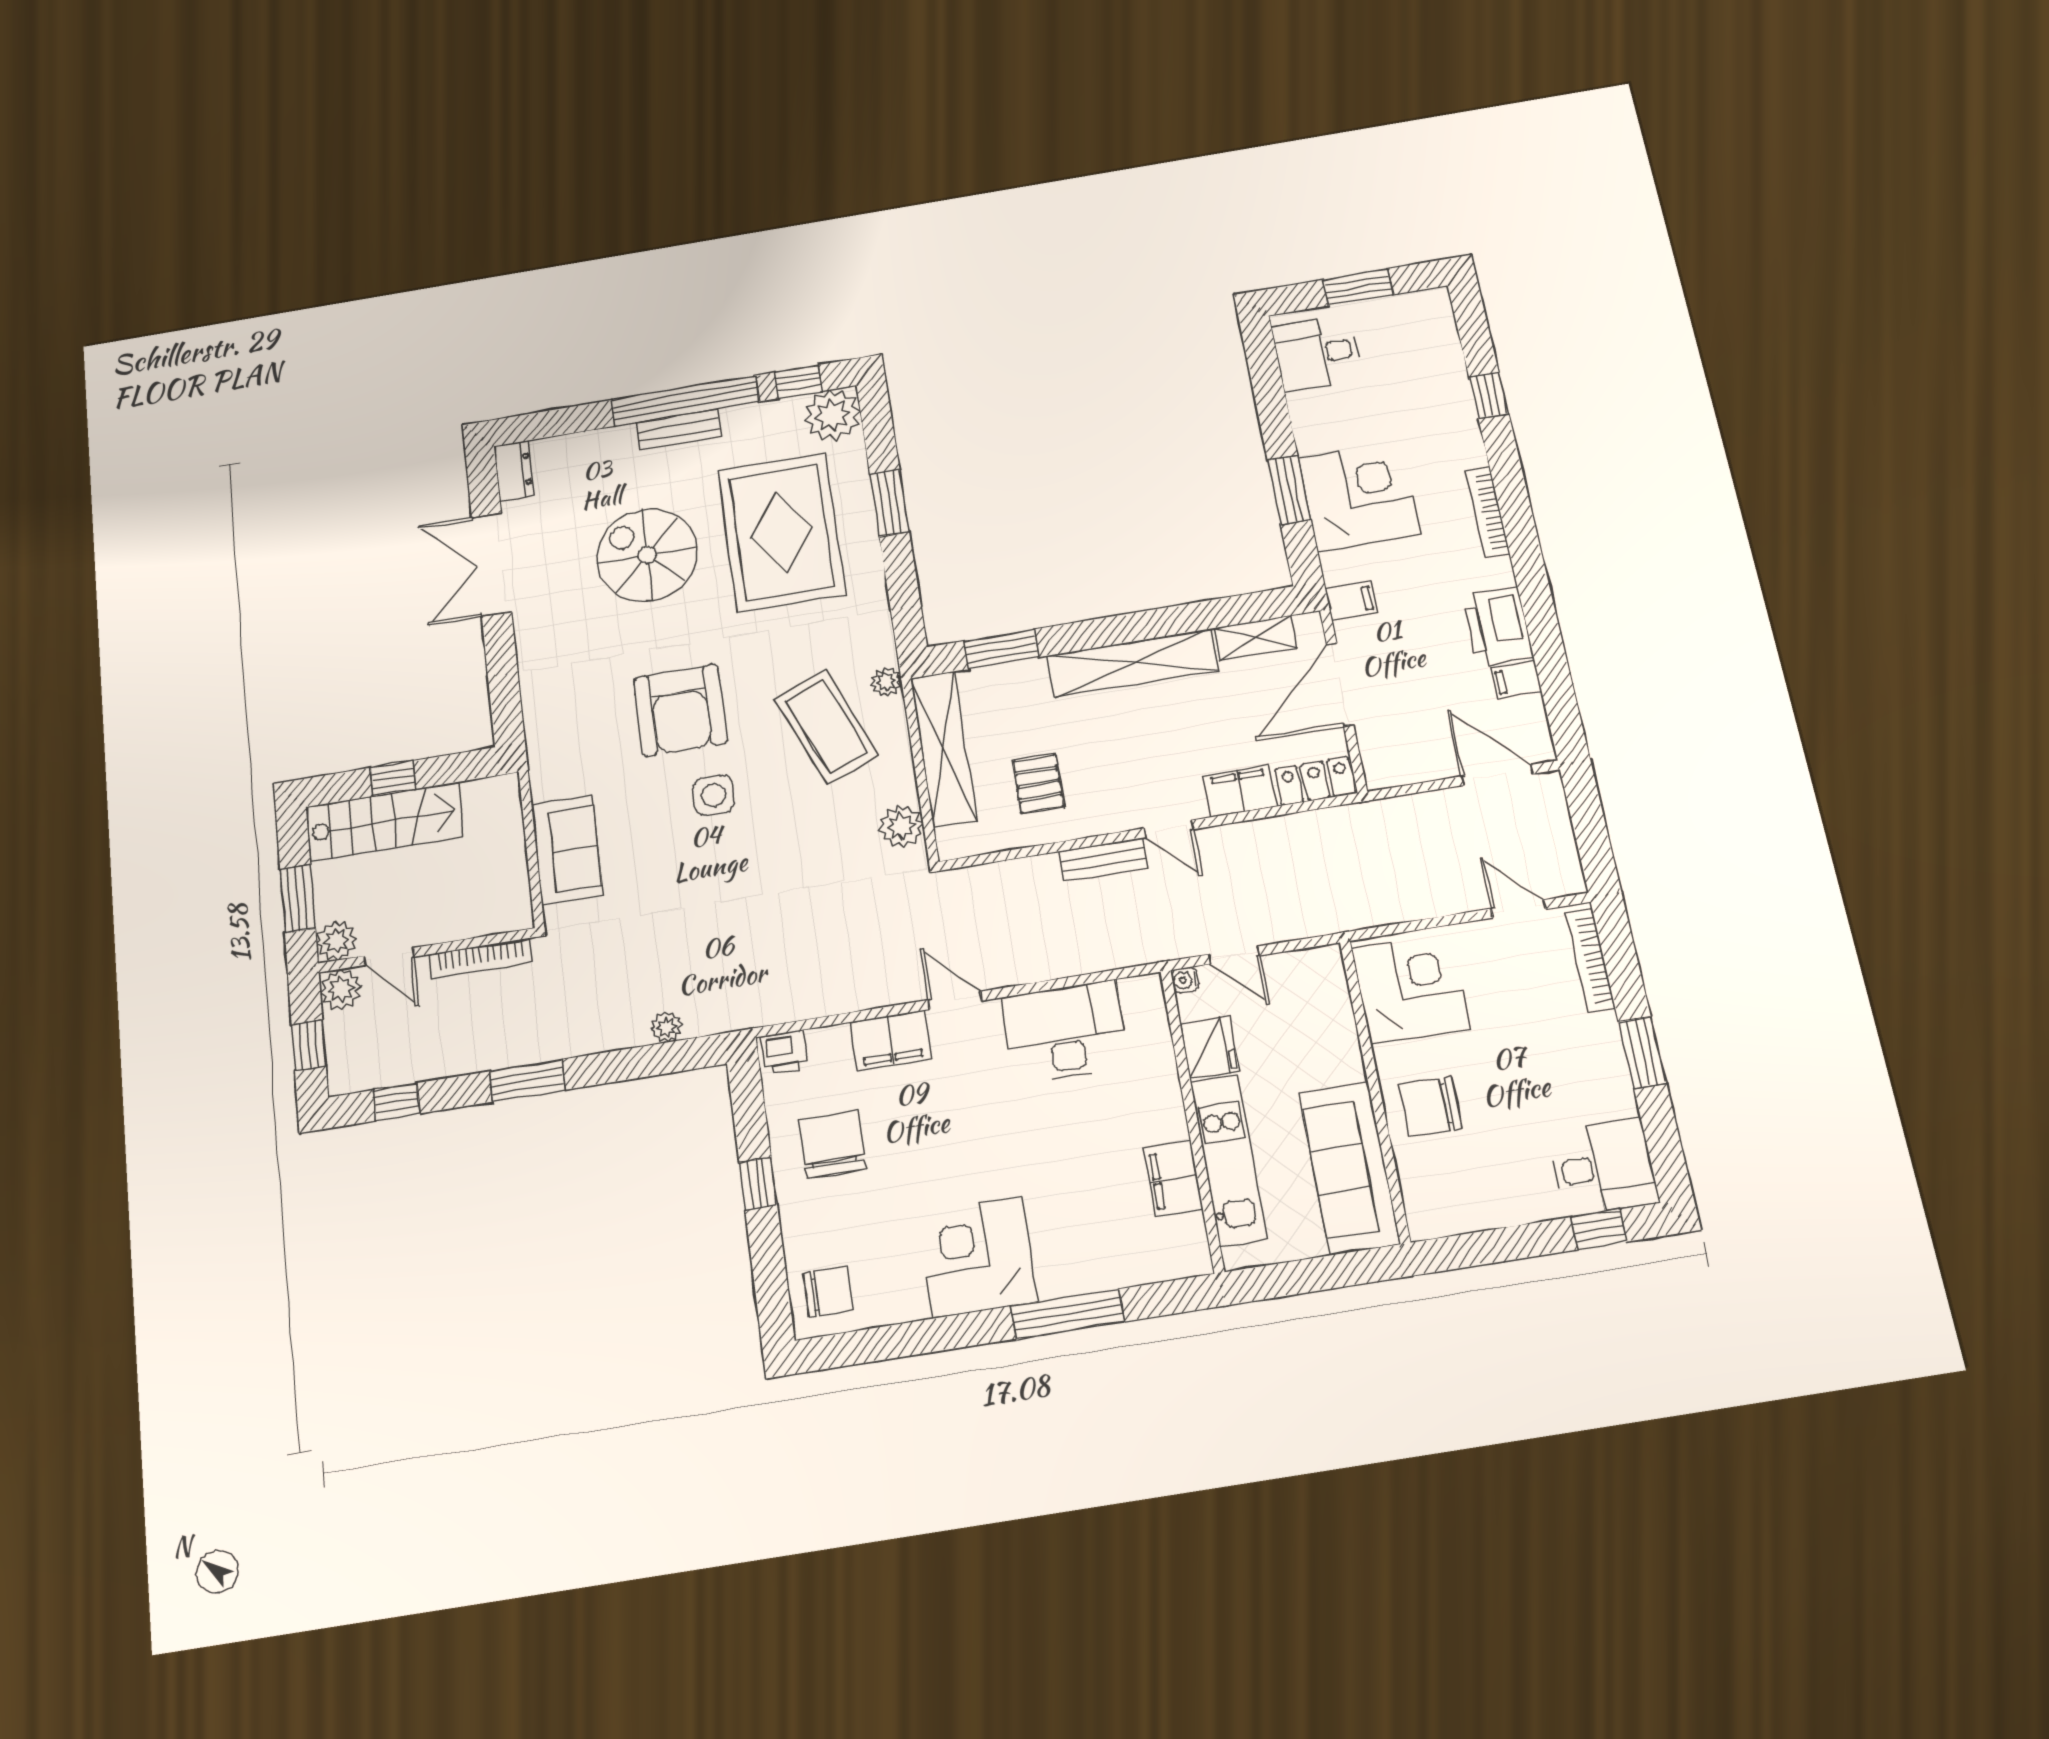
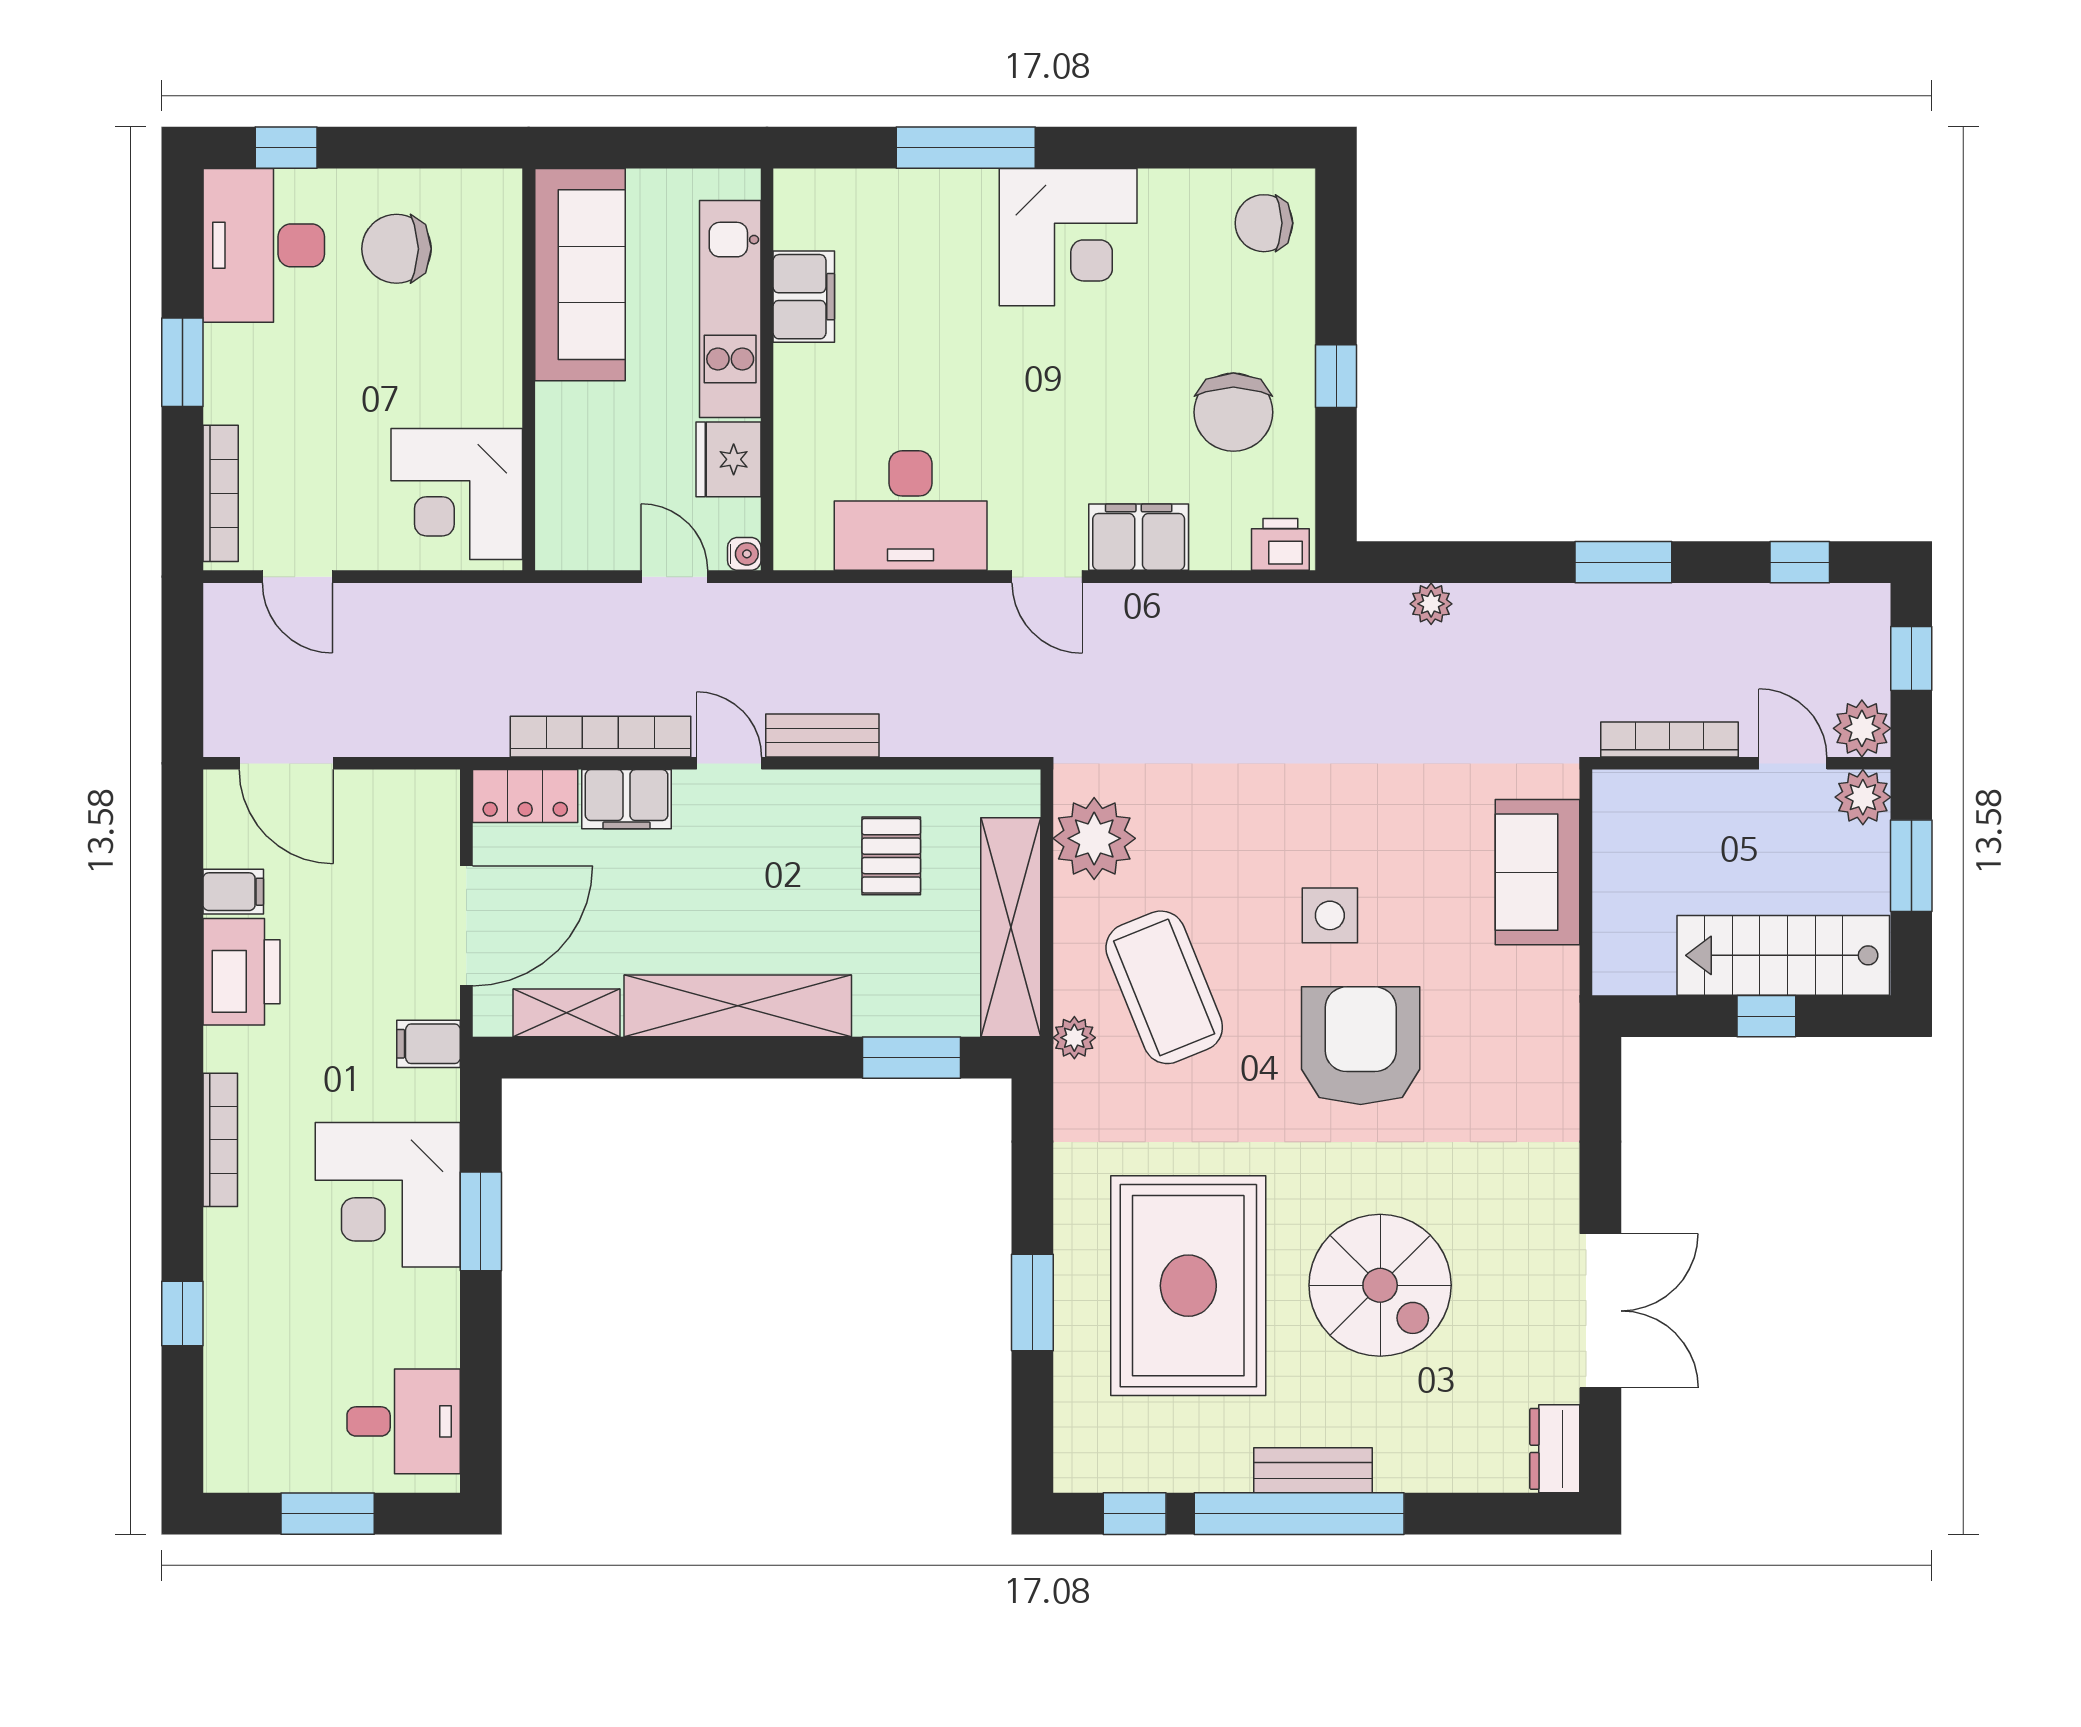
plant: (832, 415) -> (1094, 1452), removed
plant: (901, 826) -> (1094, 838), width x1.36, depth x1.36
bookcase: (1268, 832) -> (600, 737), added
chair: (1431, 1107) -> (397, 249), moved, turned 180
desk: (1603, 1167) -> (264, 245), width x1.37

